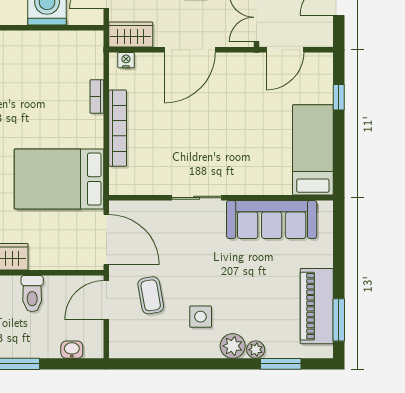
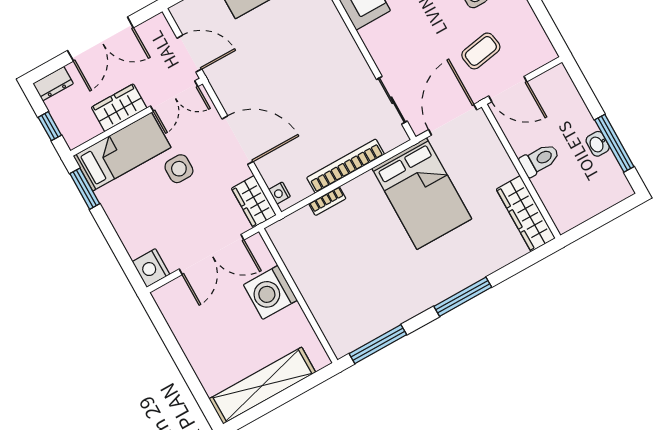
sliding door: (197, 198) -> (392, 100), moved
washbasin: (72, 350) -> (598, 144), moved

